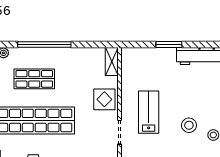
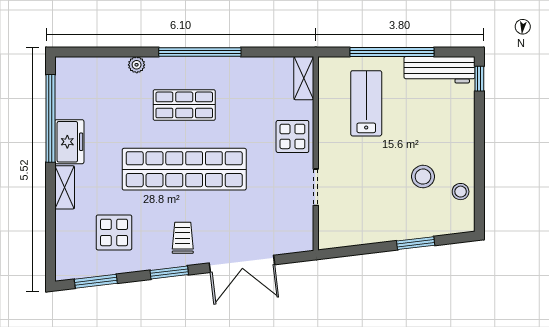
window: (169, 45) -> (392, 52), width x2.11
lab bench: (149, 112) -> (366, 103), moved

